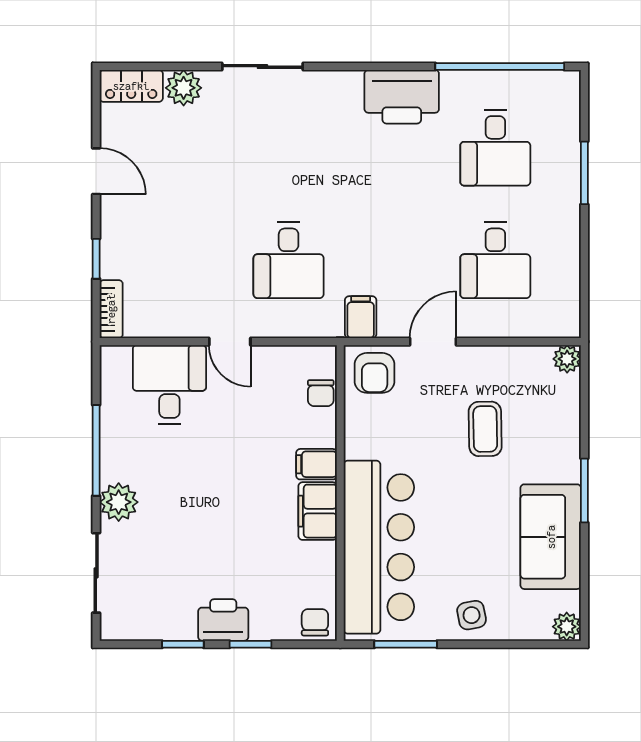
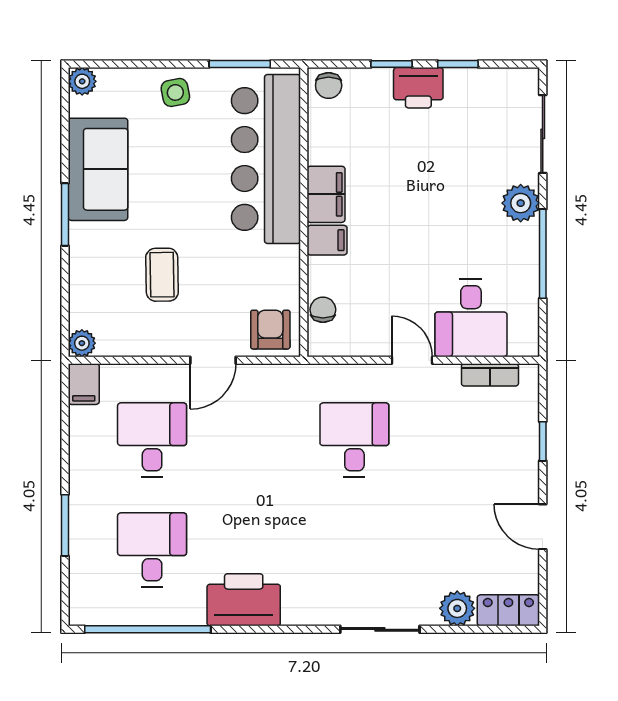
bookcase: (111, 309) -> (490, 375), moved, turned -90
filing cabinet: (361, 317) -> (84, 384), moved

